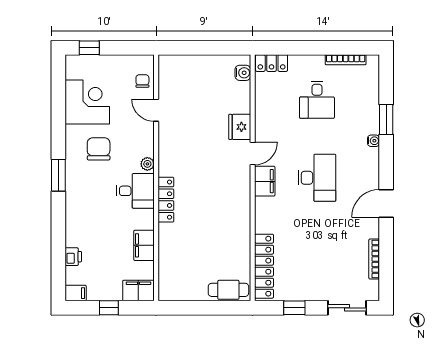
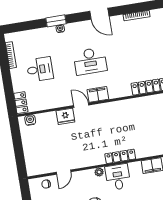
window: (386, 120) -> (56, 21), moved
desk: (317, 178) -> (90, 61), turned 180

